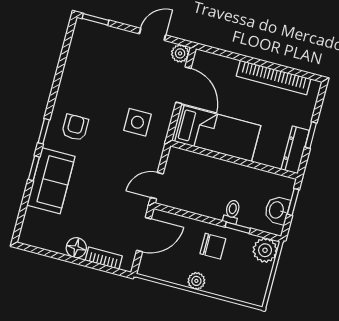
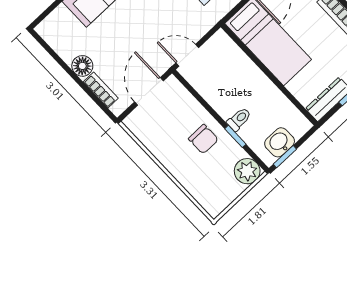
window: (293, 202) -> (285, 157), moved
door: (144, 235) -> (149, 91), swing flipped
plant: (196, 281) -> (170, 161), removed

